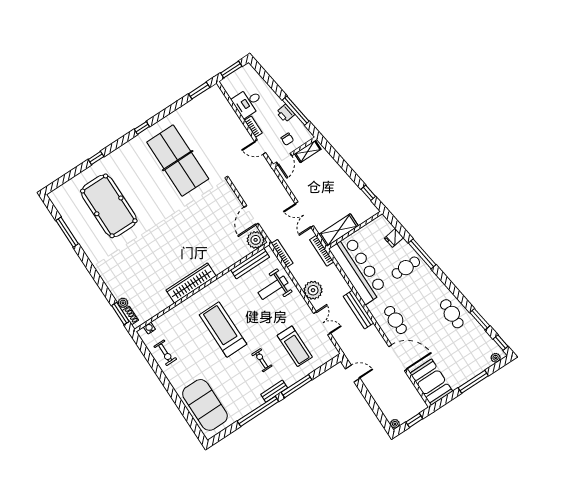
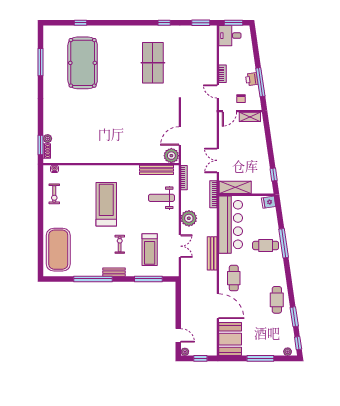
desk: (248, 102) -> (230, 36), moved
window: (142, 128) -> (164, 23), moved
window: (96, 158) -> (80, 23), moved
table tennis table: (178, 161) -> (153, 63), width x0.73, depth x0.76
fridge: (394, 238) -> (269, 202), moved
wardrobe: (191, 283) -> (105, 156), removed
door: (353, 373) -> (178, 335), moved
window: (297, 386) -> (148, 279), moved

